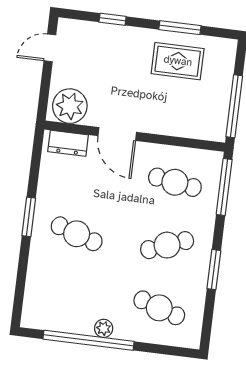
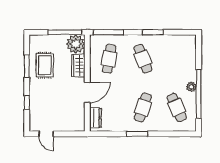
plant: (70, 106) -> (76, 44), moved
wardrobe: (170, 123) -> (78, 65), added
cafe table: (159, 308) -> (177, 107), moved, turned -42

